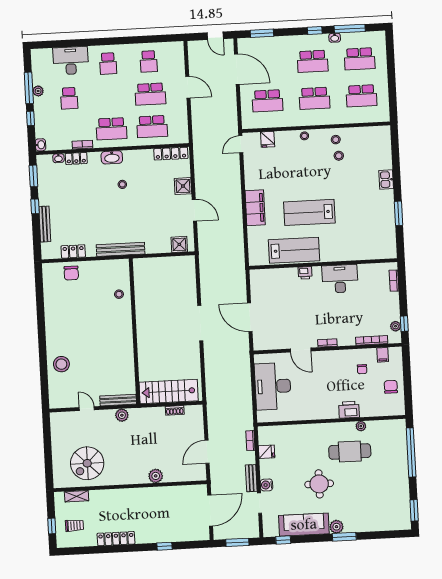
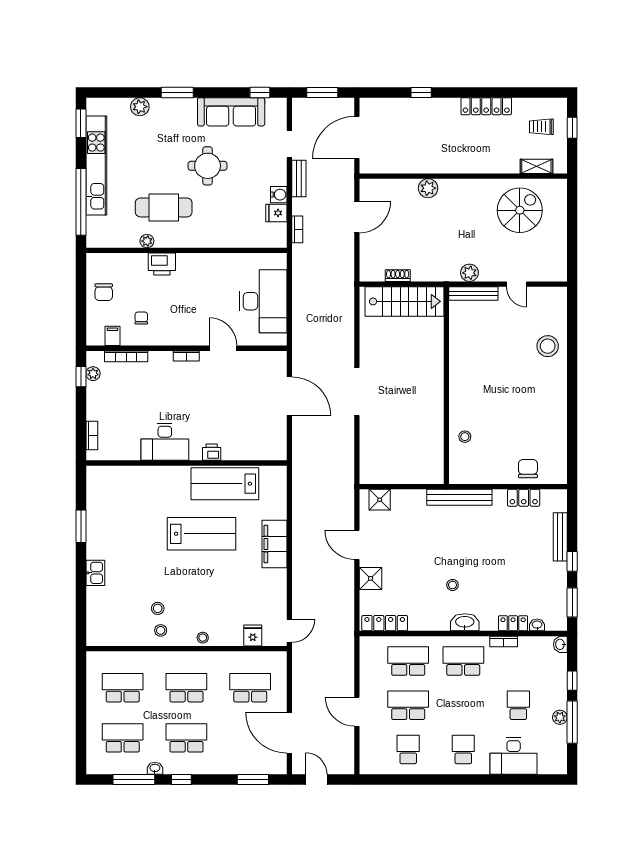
kitchen unit: (401, 480) -> (96, 165), added
water cooler: (267, 485) -> (279, 195), moved
plant: (336, 527) -> (140, 107), moved

